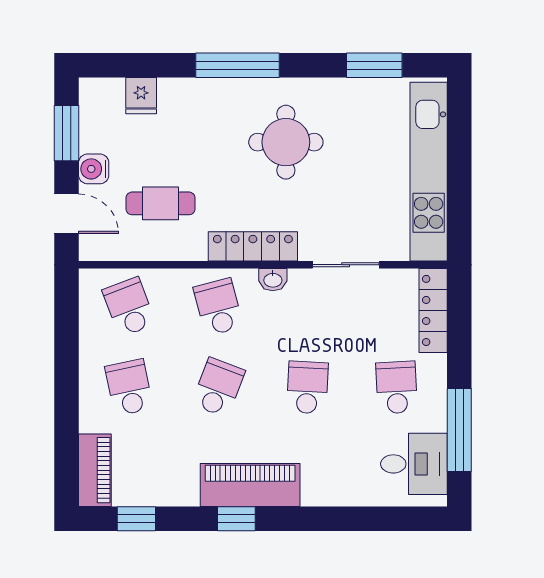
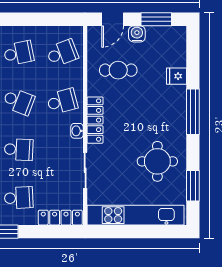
fridge: (141, 96) -> (176, 76), moved
round table: (286, 142) -> (157, 161), moved
cafe table: (161, 203) -> (118, 70), turned 90

